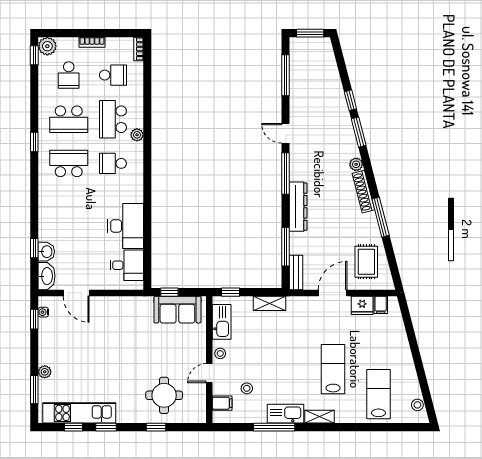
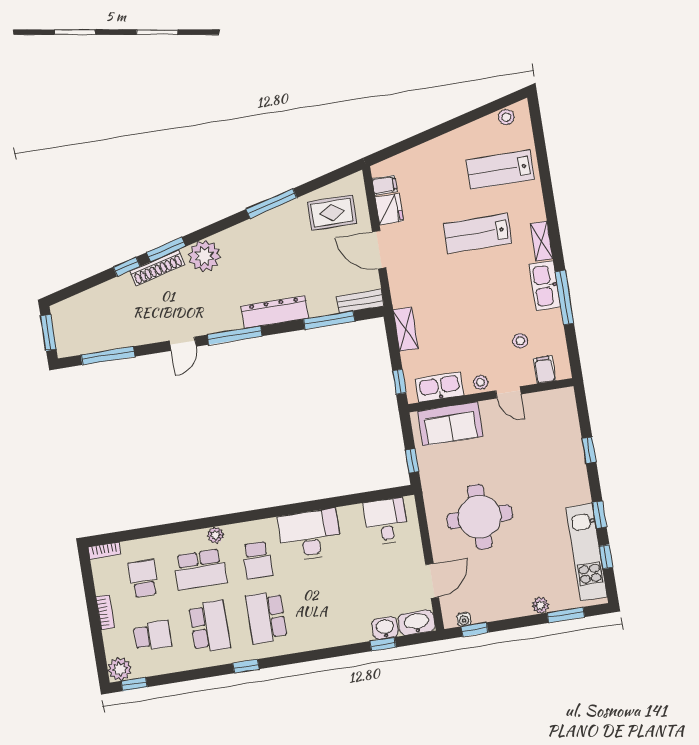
plant: (356, 164) -> (204, 256), width x1.88, depth x1.88
shoe rack: (363, 192) -> (157, 268), moved
desk: (126, 226) -> (310, 535), moved
sofa: (177, 310) -> (450, 424), moved, turned 90
round table: (164, 395) -> (480, 517), moved, width x1.36, depth x1.36

